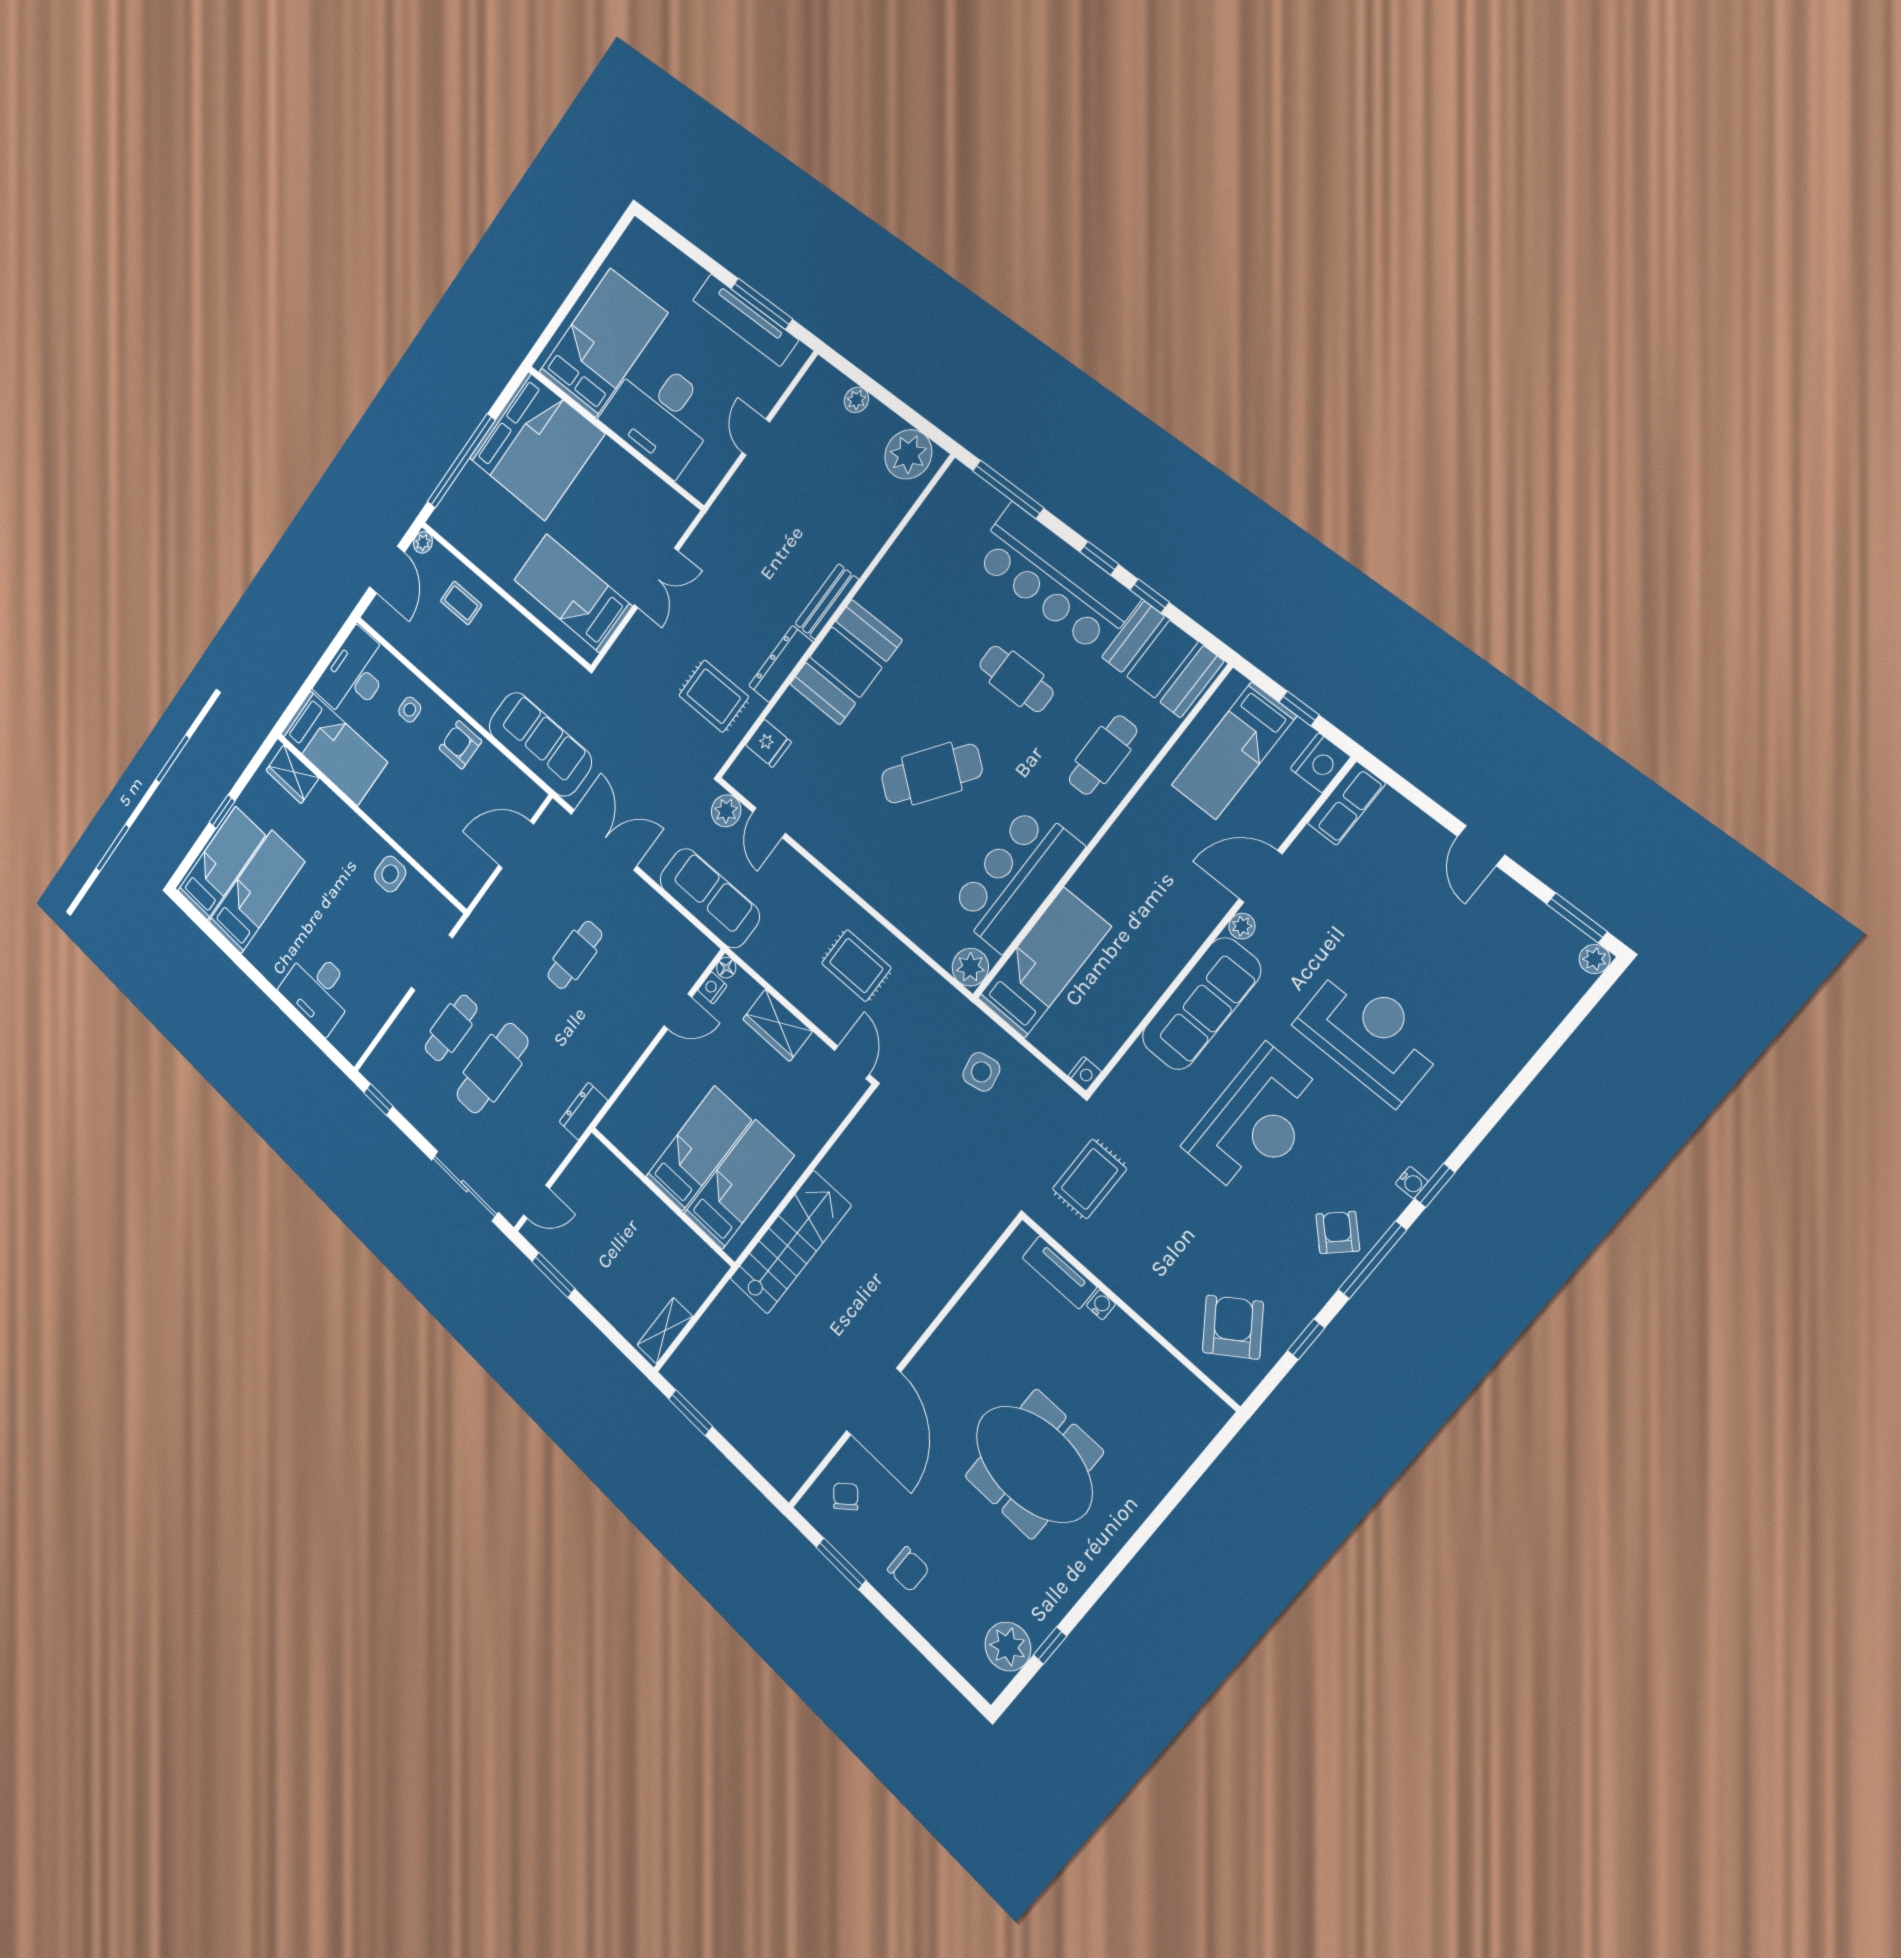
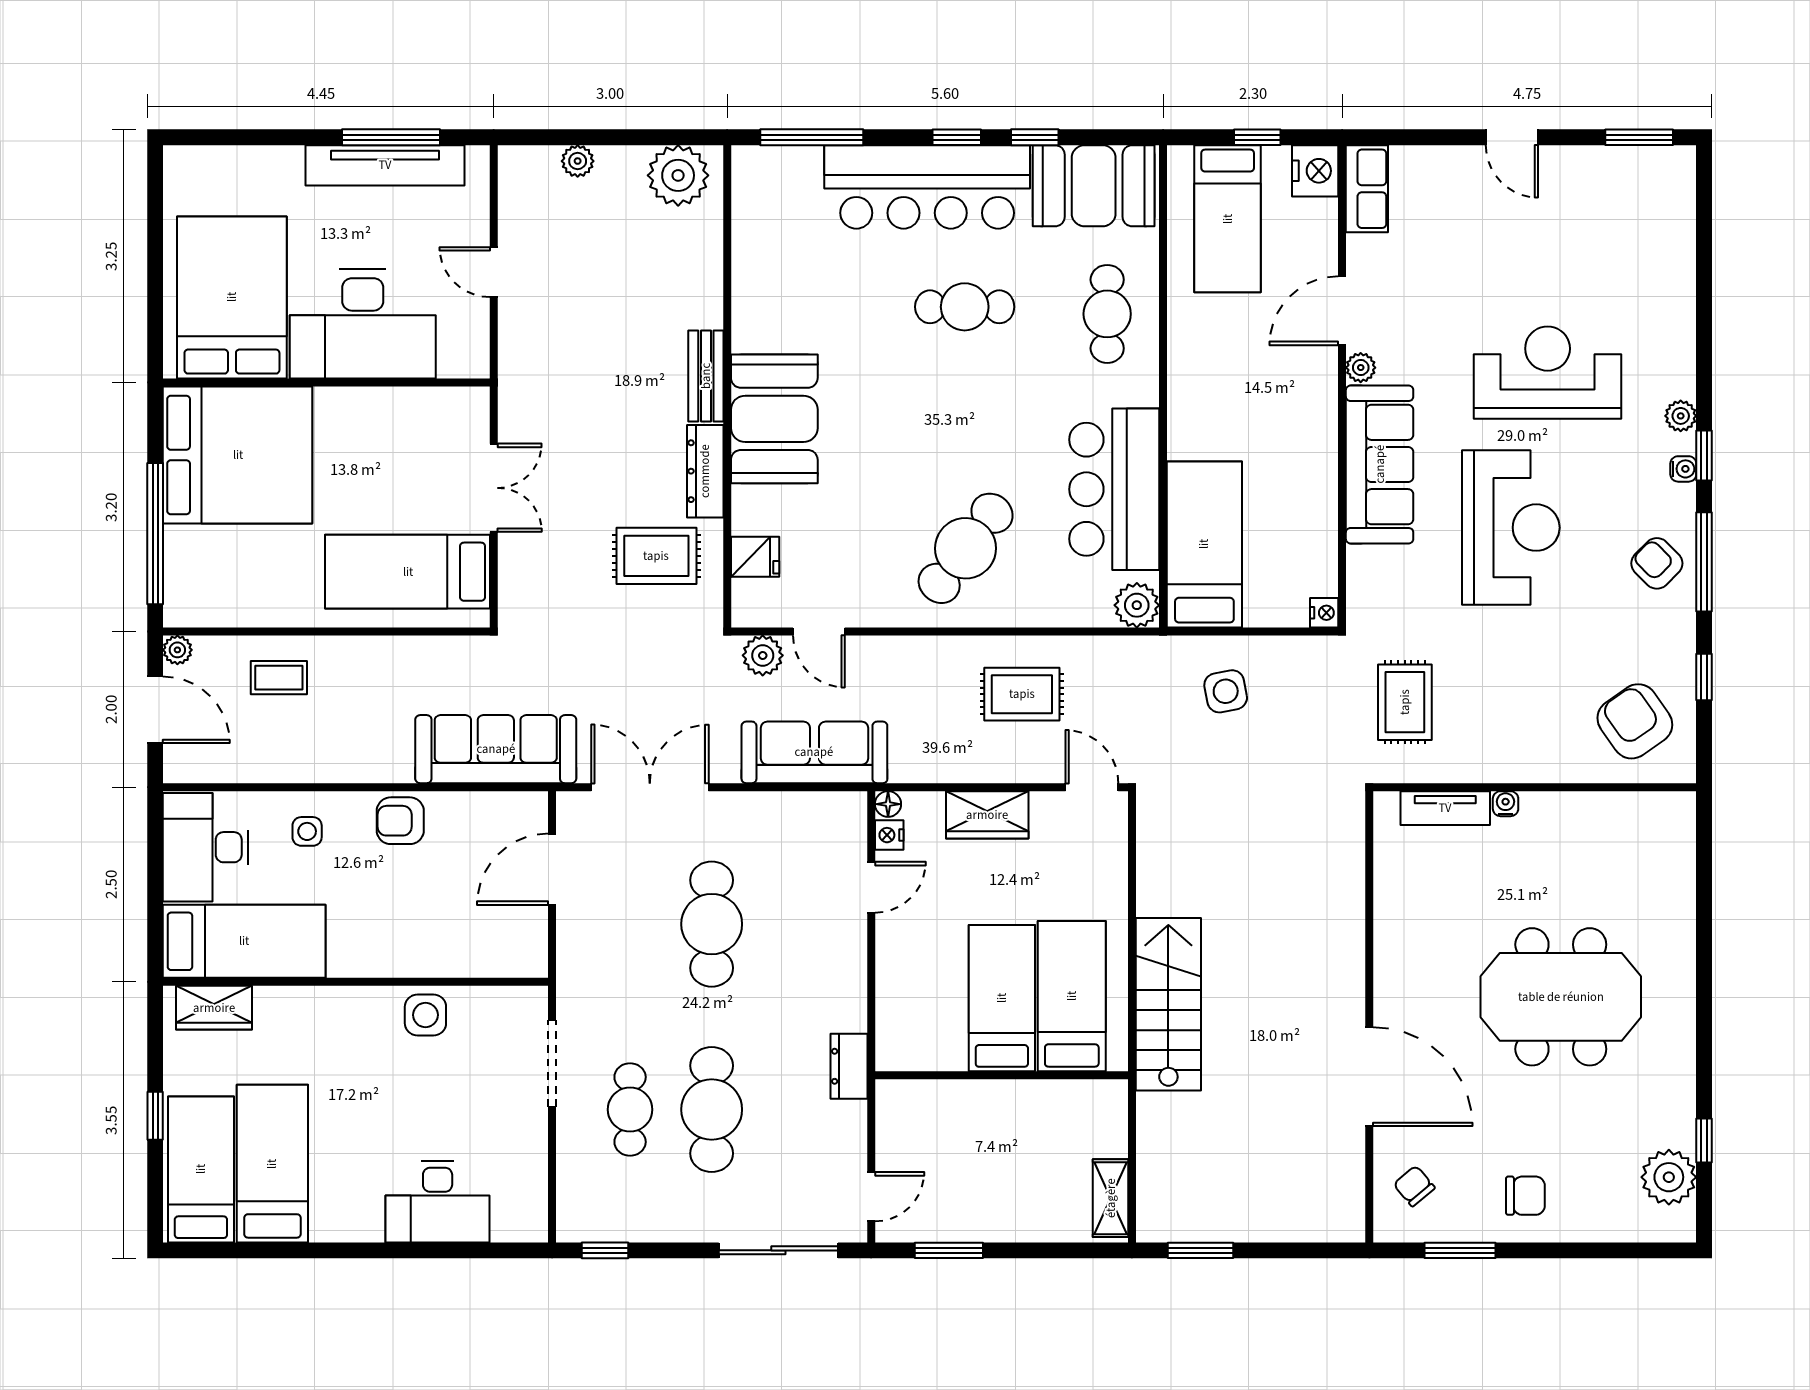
cafe table: (932, 774) -> (966, 548), moved
cafe table: (575, 955) -> (712, 924), width x1.37, depth x1.35
plant: (1595, 959) -> (1681, 416), moved

